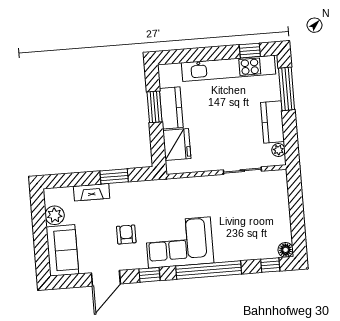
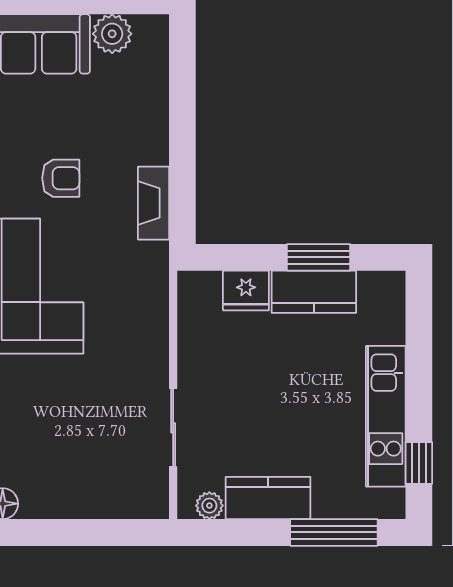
kitchen unit: (228, 68) -> (386, 416), width x0.73
fridge: (177, 145) -> (246, 290), width x0.73, depth x0.75
window: (114, 176) -> (182, 163), removed
fireplace: (92, 192) -> (153, 203), moved

